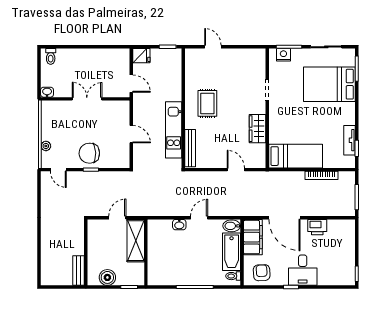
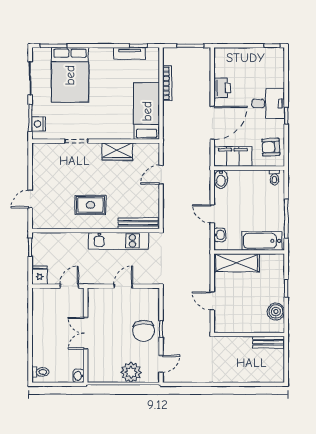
plant: (46, 146) -> (131, 372), width x1.88, depth x1.88
shelving: (136, 241) -> (237, 263), moved
wall: (146, 252) -> (249, 252), moved
bathtub: (232, 252) -> (262, 241), moved, turned 180

